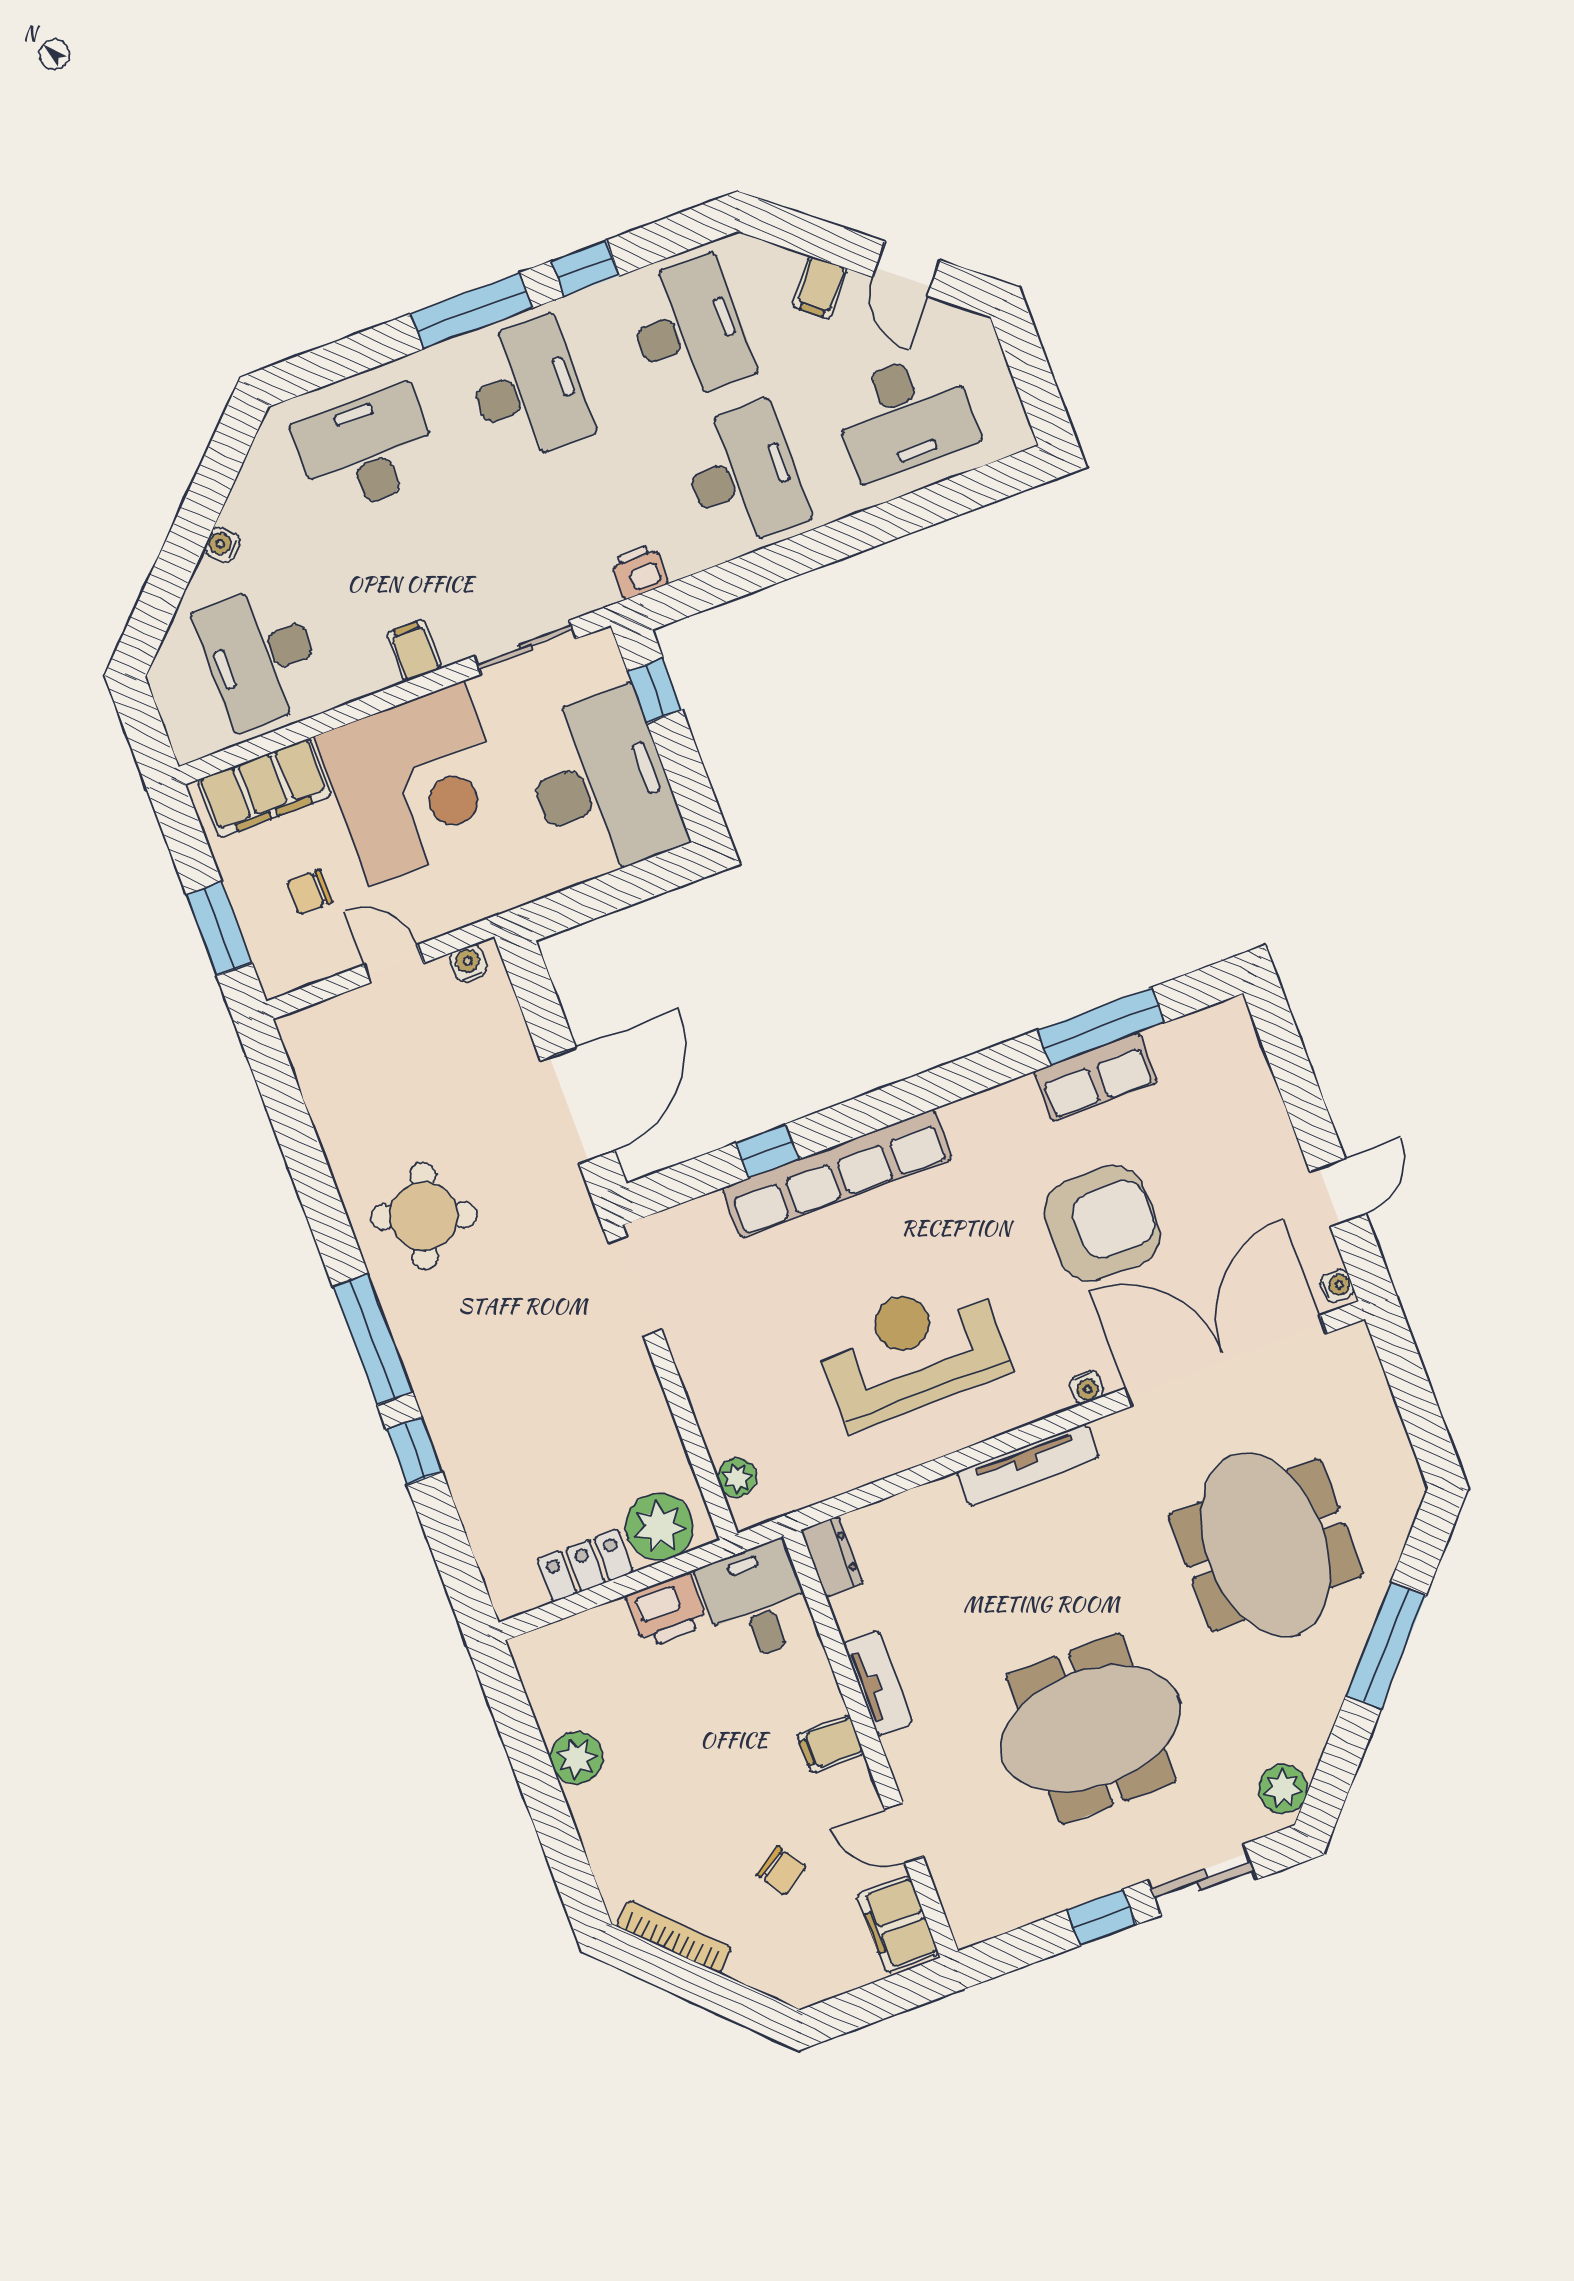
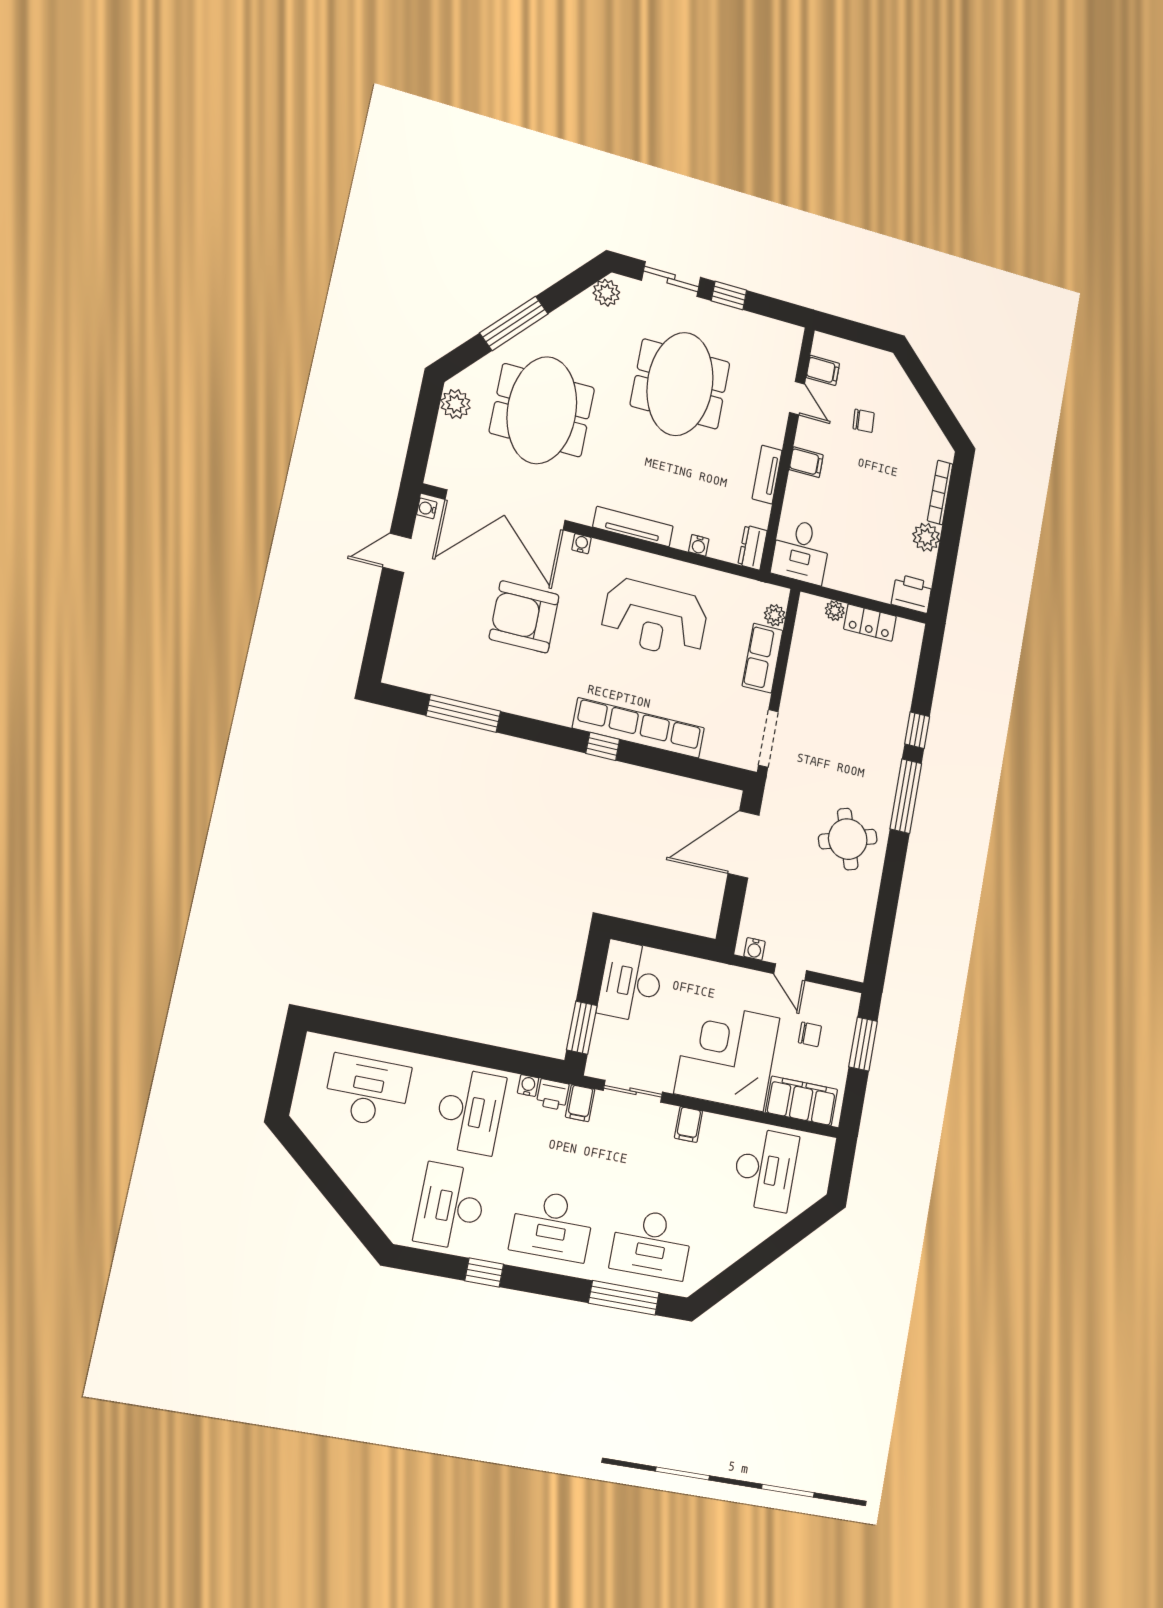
door: (906, 269) -> (317, 1169), removed
filing cabinet: (820, 288) -> (580, 1103), moved, turned 141
window: (471, 311) -> (624, 1298), moved
desk: (528, 390) -> (552, 1225), turned -90
desk: (743, 476) -> (470, 1111), turned 180
water cooler: (222, 545) -> (528, 1085), moved, turned -135
window: (655, 691) -> (582, 1028), width x1.50
desk: (601, 784) -> (631, 982), width x0.73, depth x0.77
row of seats: (1096, 1077) -> (762, 658), moved, turned -90
window: (767, 1151) -> (603, 746), moved
round table: (424, 1216) -> (848, 839), turned -37
plant: (1393, 1466) -> (456, 404), added
water cooler: (914, 1504) -> (699, 545), added
plant: (660, 1527) -> (835, 611), width x0.53, depth x0.53
printer: (667, 1610) -> (912, 594), moved
meeting table: (1091, 1729) -> (680, 384), turned 90
chair: (781, 1871) -> (864, 421), turned 119
filing cabinet: (898, 1924) -> (823, 370), width x0.50
bookcase: (674, 1937) -> (940, 492), moved, turned 45

